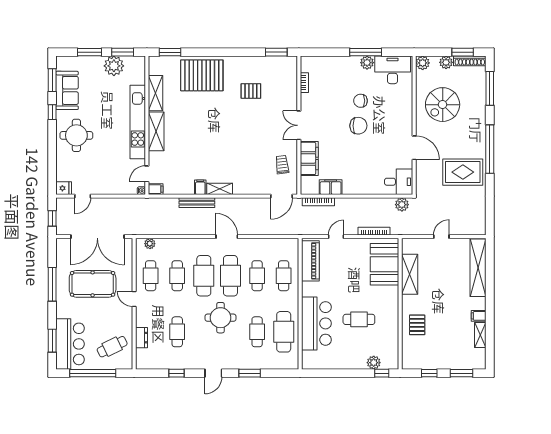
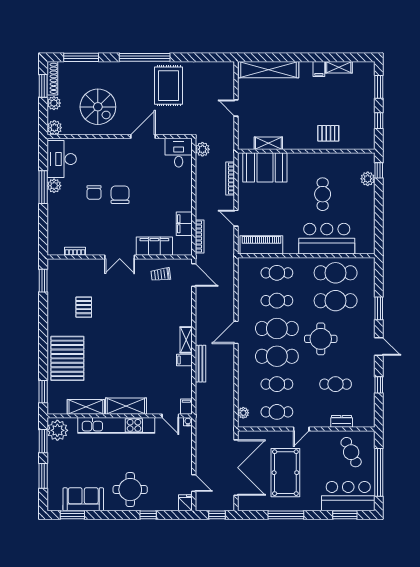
plant: (114, 66) -> (57, 430), moved
window: (52, 112) -> (148, 515), moved
shelving: (410, 274) -> (268, 143), width x0.67, depth x0.75
cafe table: (257, 332) -> (336, 301), width x1.37, depth x1.35

